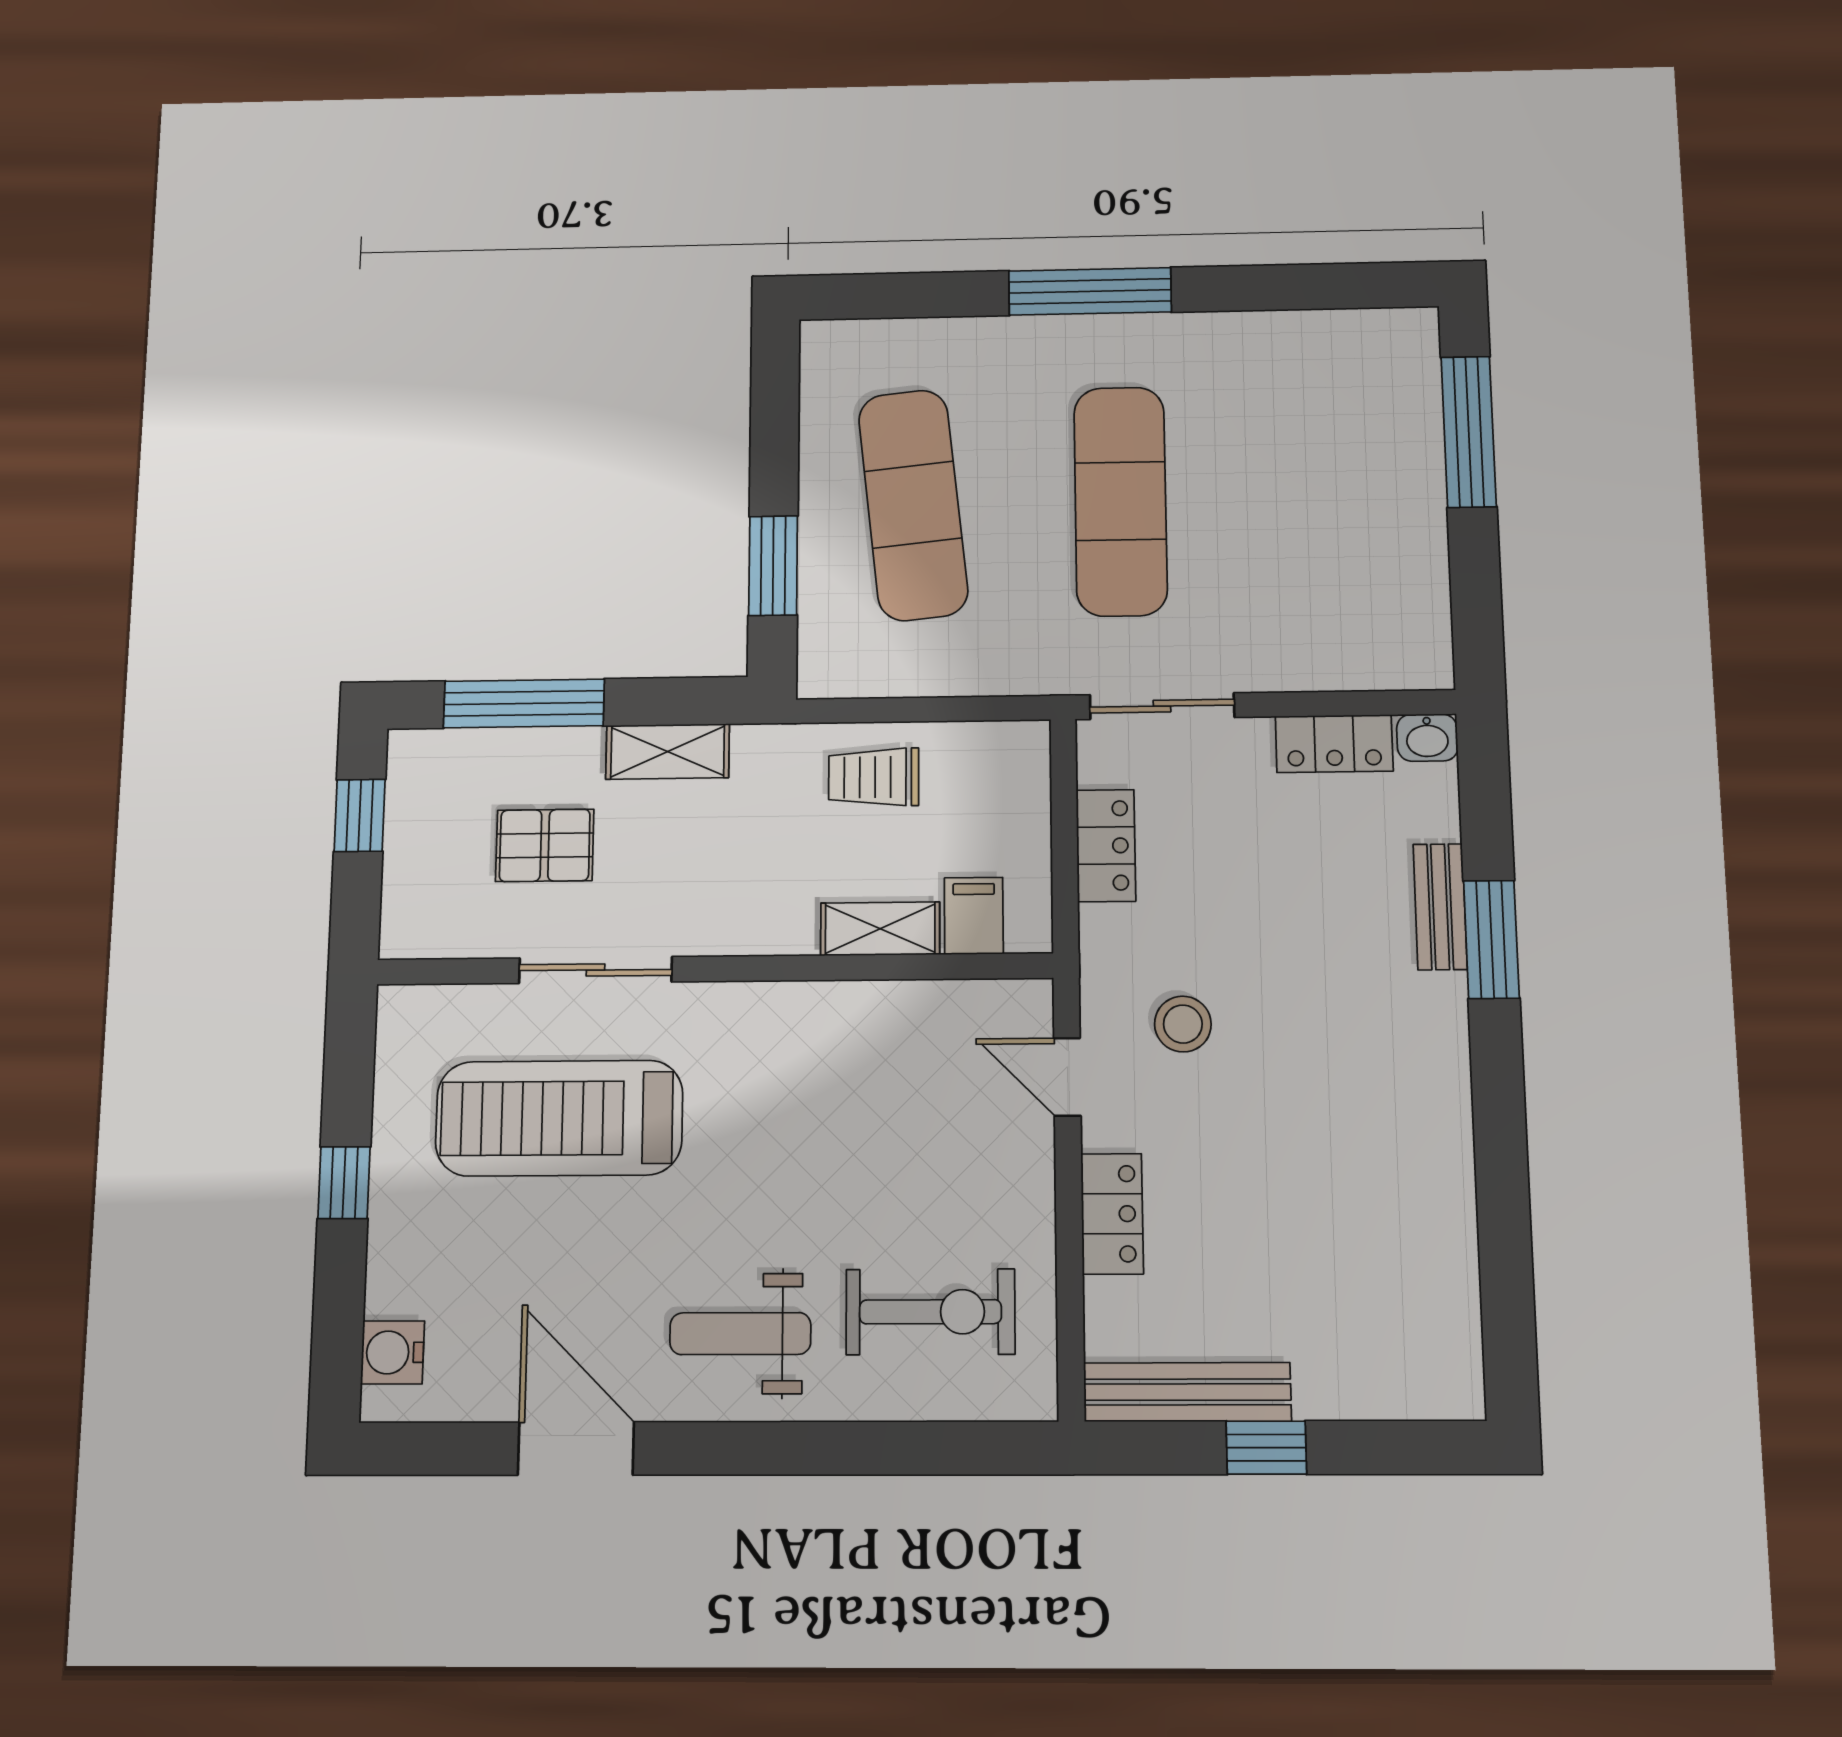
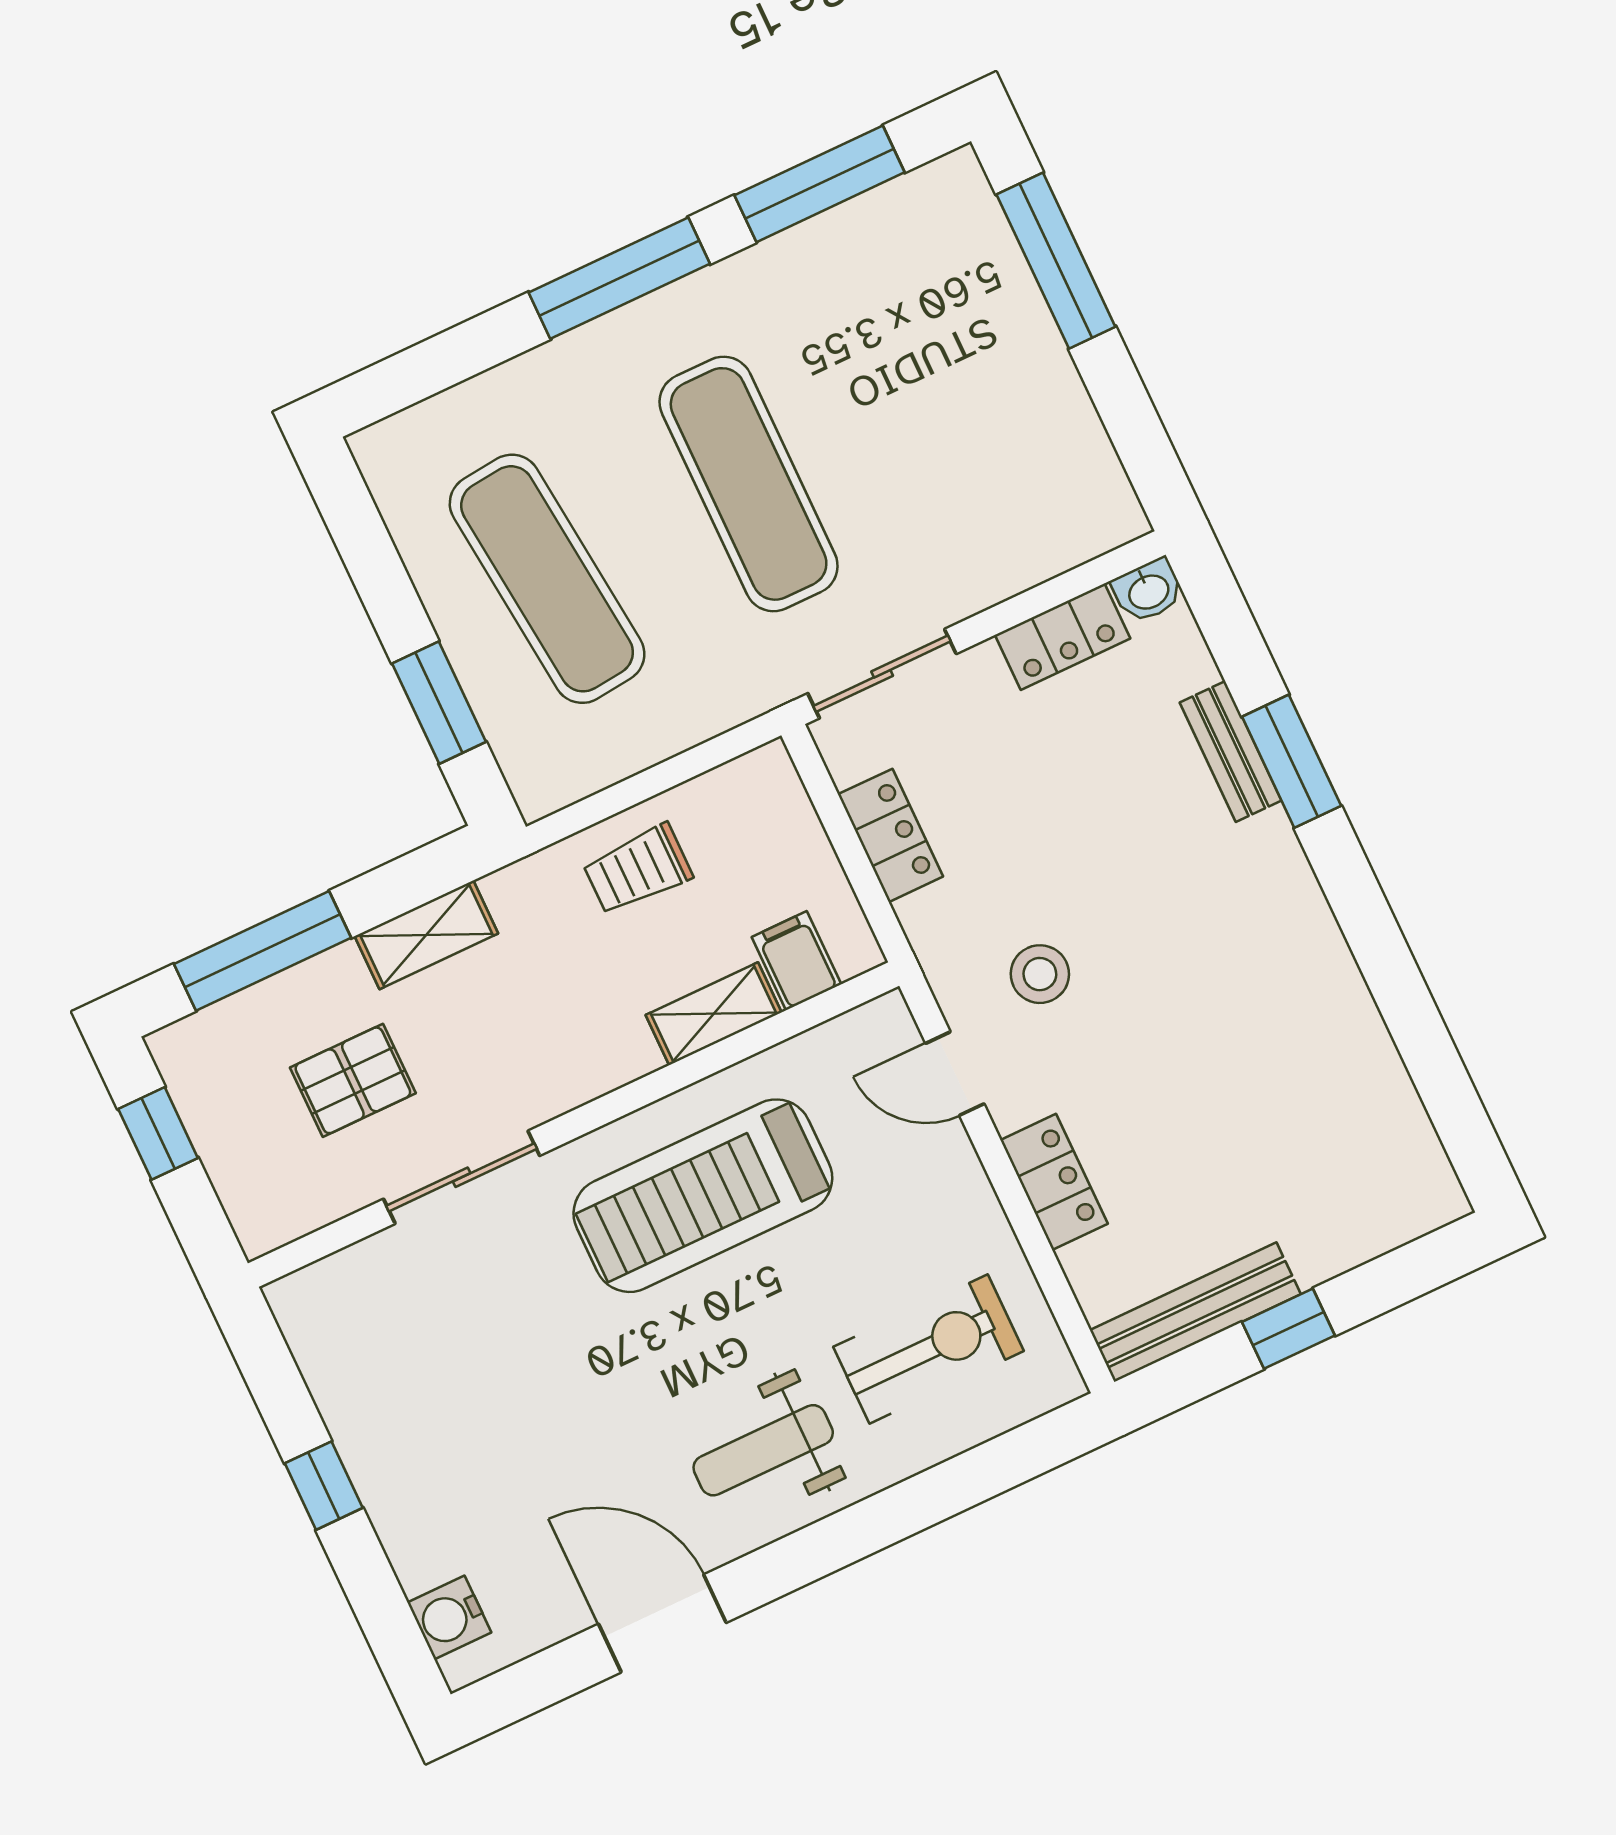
window: (1294, 287) -> (820, 184), added
treadmill: (559, 1118) -> (703, 1196), moved

